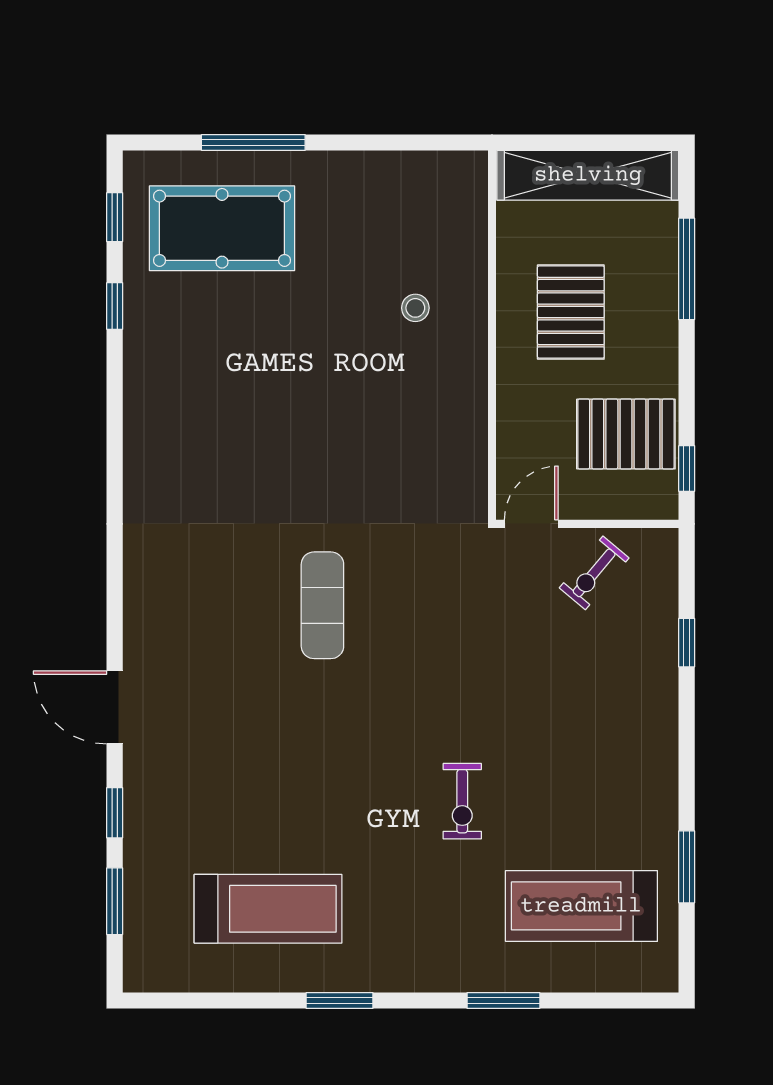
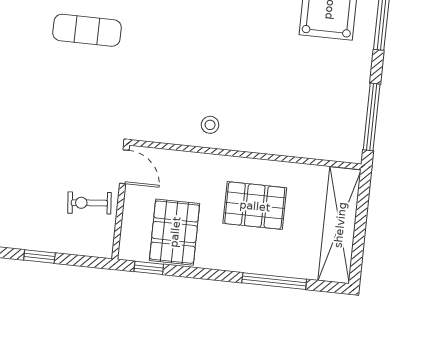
window: (412, 143) -> (372, 117), added
stool: (415, 308) -> (210, 125), moved
exercise bike: (594, 573) -> (89, 203), turned -45

